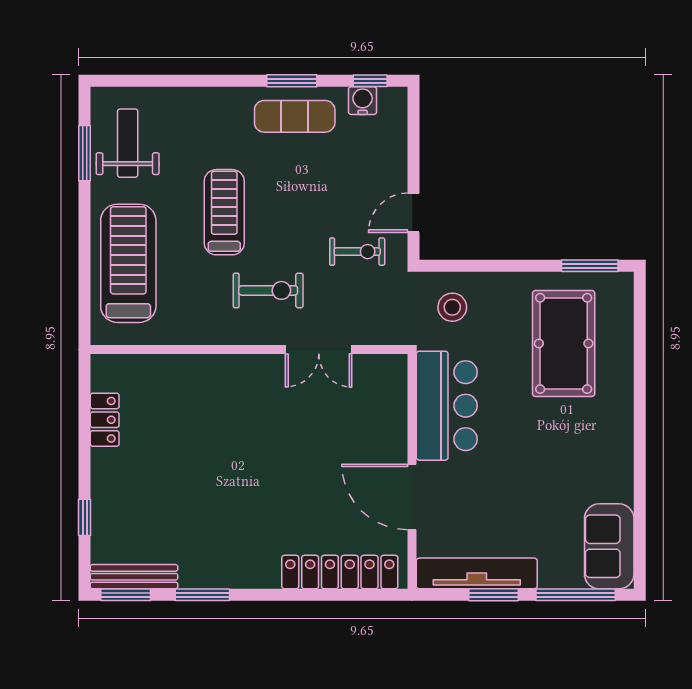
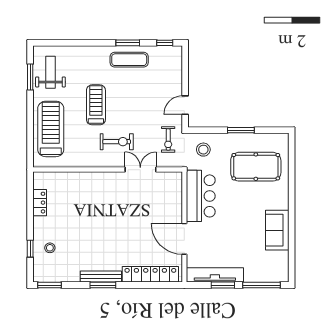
water cooler: (363, 101) -> (161, 52), removed
exercise bike: (357, 252) -> (168, 139), moved, turned 90
window: (590, 266) -> (241, 130), moved
pool table: (564, 343) -> (256, 167), turned 90
double door: (319, 350) -> (140, 170), swing flipped
stool: (126, 516) -> (50, 248), added
sofa: (609, 546) -> (277, 230), moved
bench: (134, 577) -> (101, 276), moved
window: (202, 595) -> (103, 285), moved

